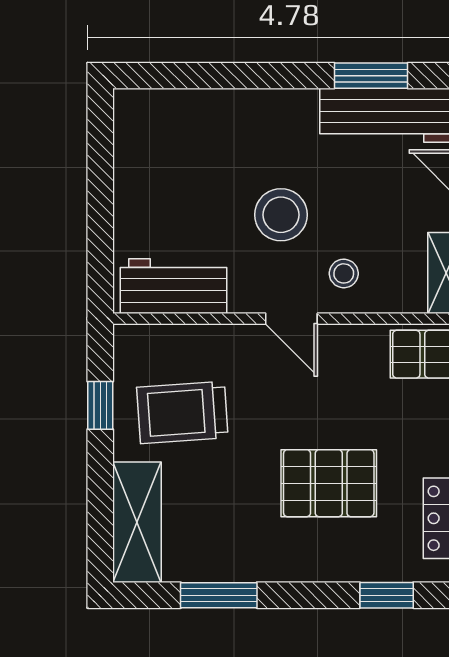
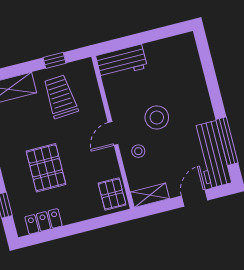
window: (371, 76) -> (227, 141), width x1.44
workbench: (174, 286) -> (122, 62), moved, turned 90

